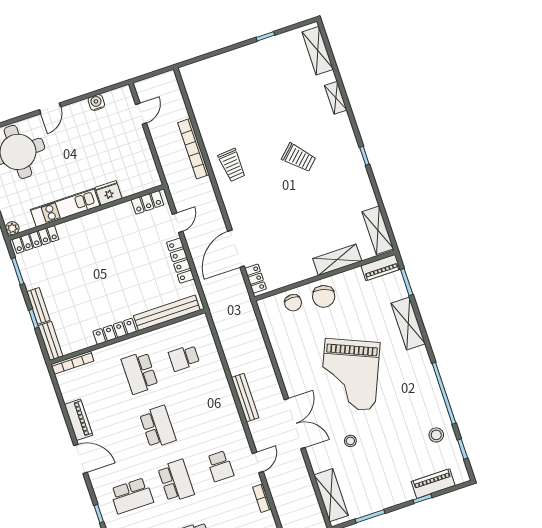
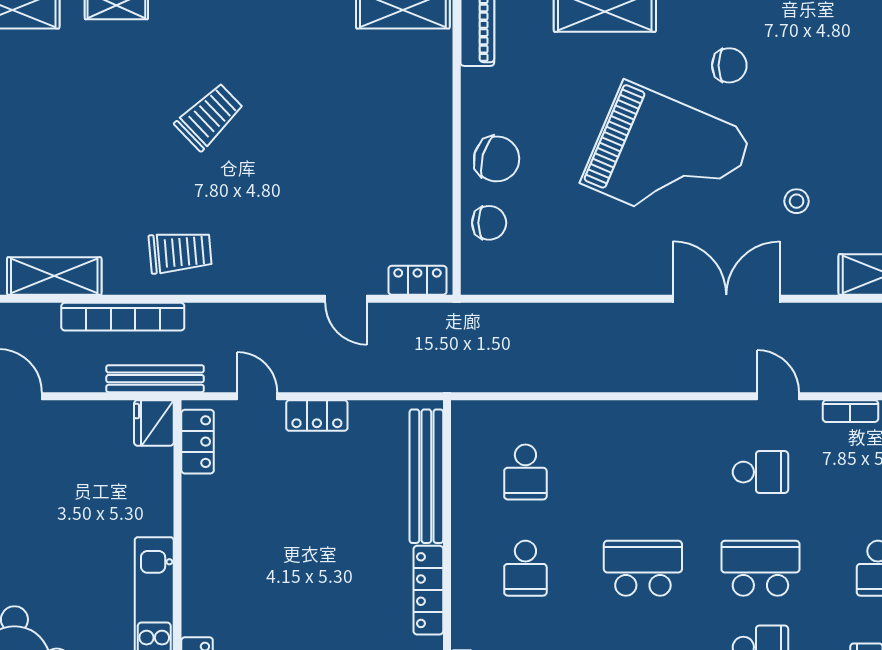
fridge: (109, 193) -> (154, 423), moved
door: (236, 249) -> (346, 299), width x0.53
shelving: (337, 260) -> (54, 276), moved, turned 90
locker: (180, 261) -> (317, 416), width x0.66
school desk: (140, 373) -> (525, 568), width x0.54
chair: (403, 389) -> (729, 65), added
bench: (245, 398) -> (155, 379), moved
stool: (436, 435) -> (841, 30), removed

